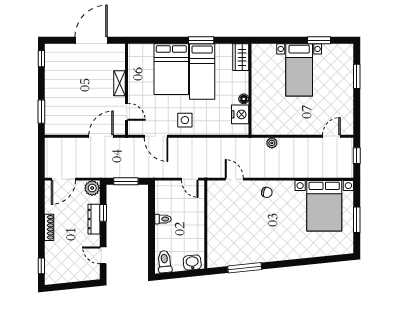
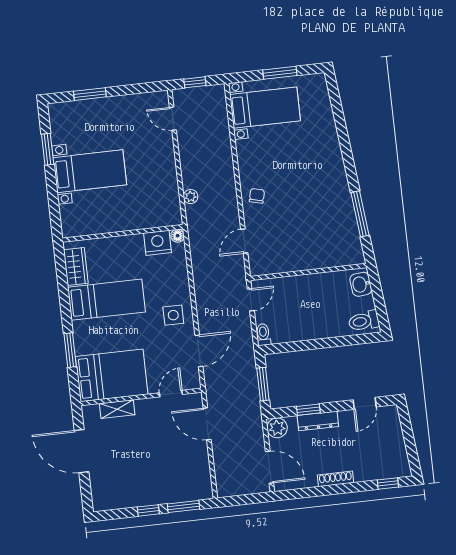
window: (201, 40) -> (70, 350), moved
wardrobe: (241, 57) -> (76, 267), moved, turned -90
window: (41, 59) -> (148, 510), moved
bed: (171, 69) -> (112, 375), moved
shelving: (120, 83) -> (117, 409), moved
floor lamp: (244, 99) -> (178, 236), moved
bed with nightstands: (324, 206) -> (265, 108), width x0.73
toilet: (163, 219) -> (263, 335), moved

